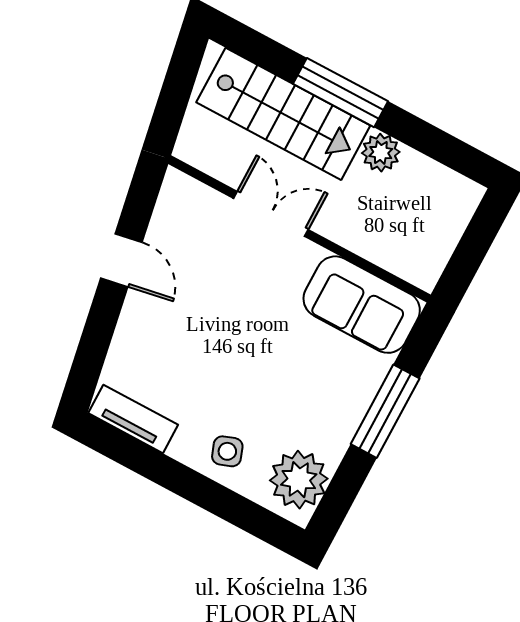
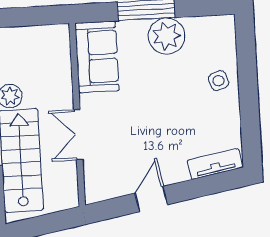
tv unit: (133, 419) -> (215, 164), moved, turned 80
plant: (299, 480) -> (167, 36), moved

